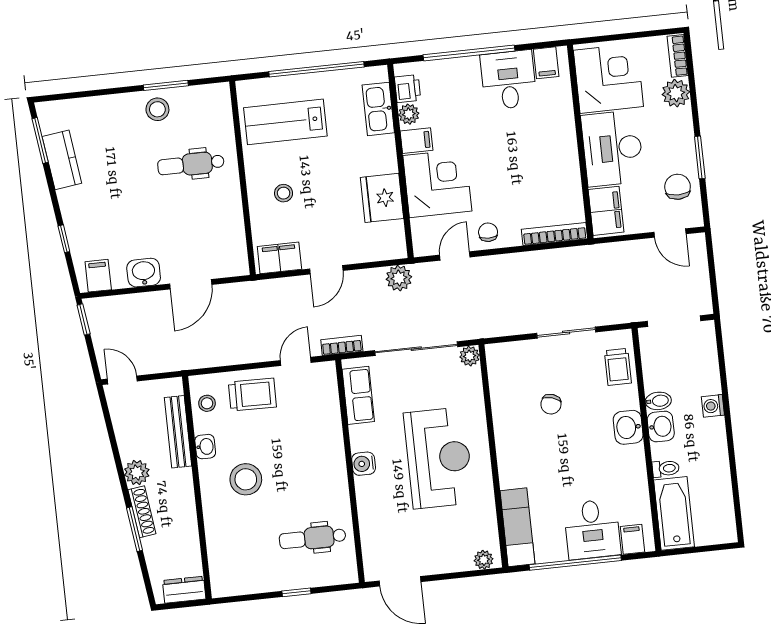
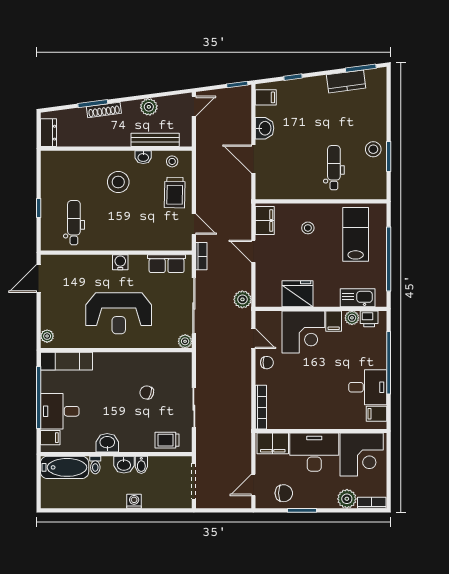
washbasin: (628, 427) -> (107, 443), moved
plant: (137, 472) -> (149, 107), moved

